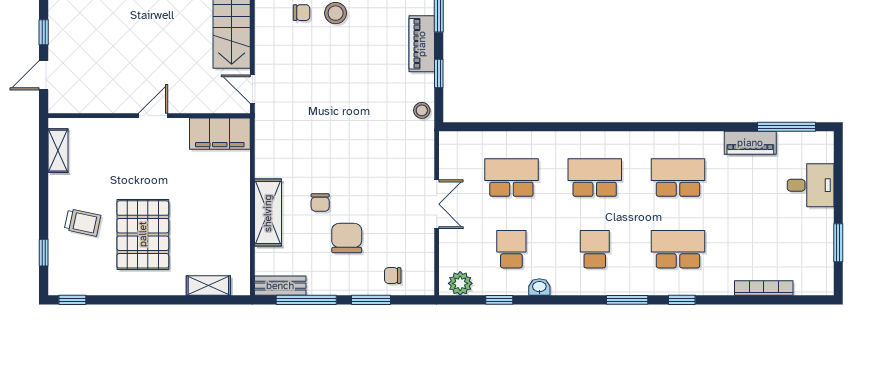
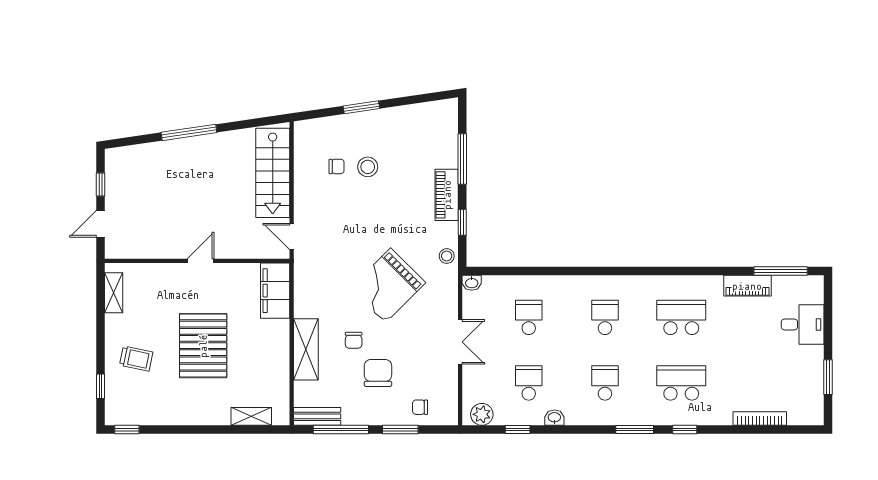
filing cabinet: (220, 134) -> (275, 291), moved, turned 90
washbasin: (449, 140) -> (472, 283), added
grand piano: (358, 143) -> (388, 285), added
school desk: (511, 178) -> (529, 317), width x0.54
school desk: (595, 178) -> (605, 317), width x0.54
pallet: (143, 234) -> (203, 346), moved

